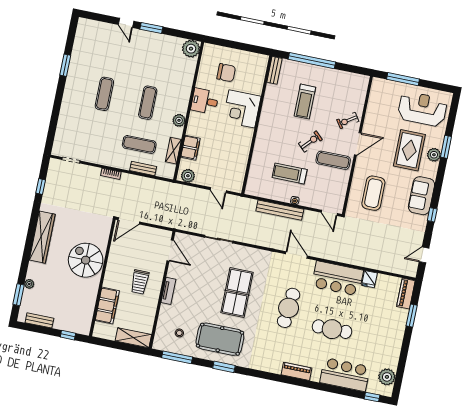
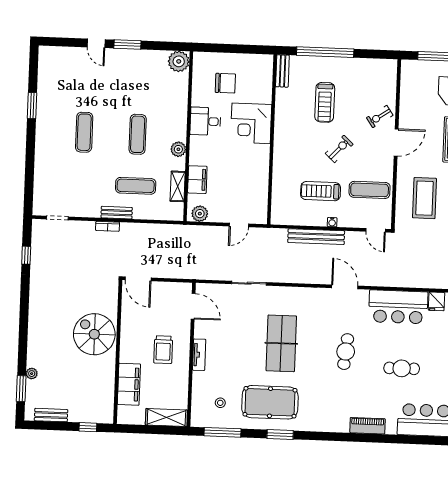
exercise mat: (333, 160) -> (370, 190), moved
bench: (143, 169) -> (117, 213), moved
door: (218, 190) -> (239, 225), hinge flipped
door: (129, 221) -> (138, 279), hinge flipped
wardrobe: (42, 237) -> (38, 315), removed
cafe table: (289, 308) -> (346, 352), width x0.73, depth x0.74
cafe table: (332, 329) -> (402, 368), width x0.73, depth x0.74

